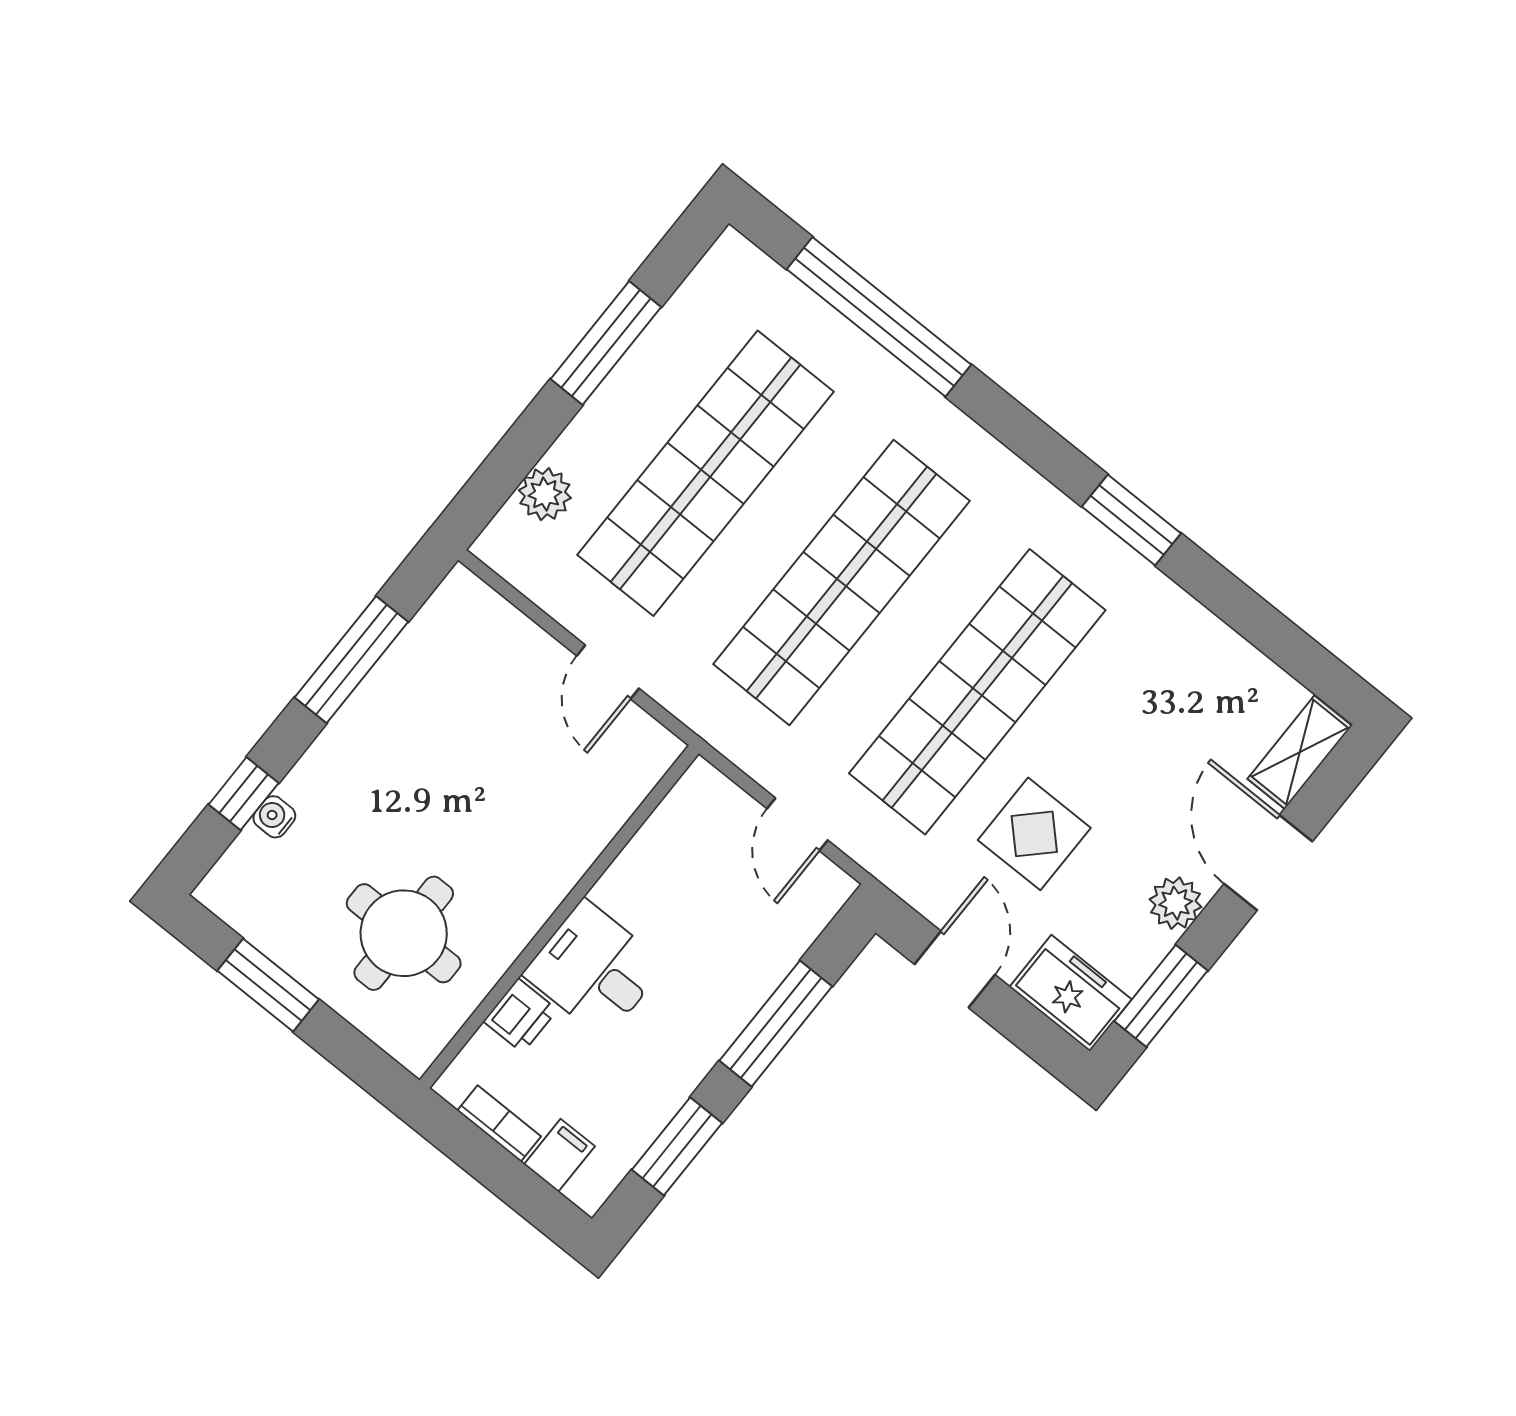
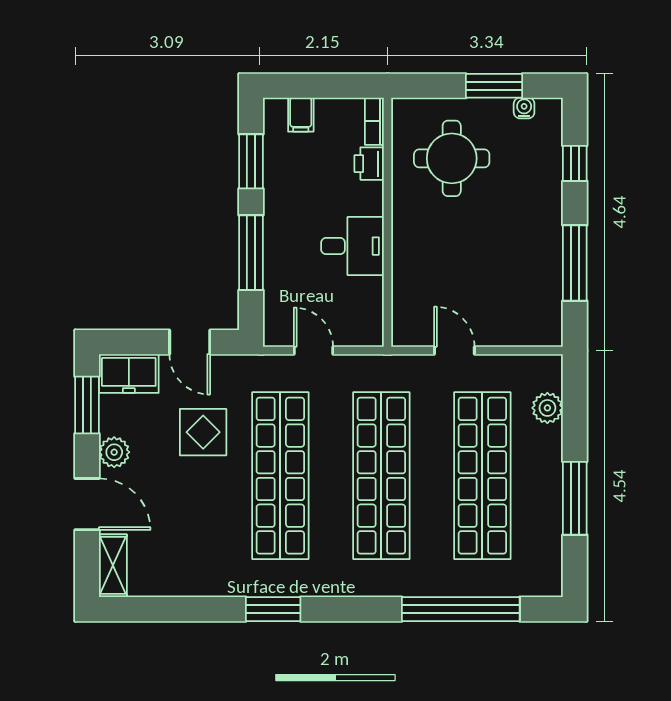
water cooler: (274, 817) -> (524, 108), moved, turned -90
desk: (594, 969) -> (352, 246), moved
bookcase: (499, 1123) -> (374, 121), moved, turned 90

